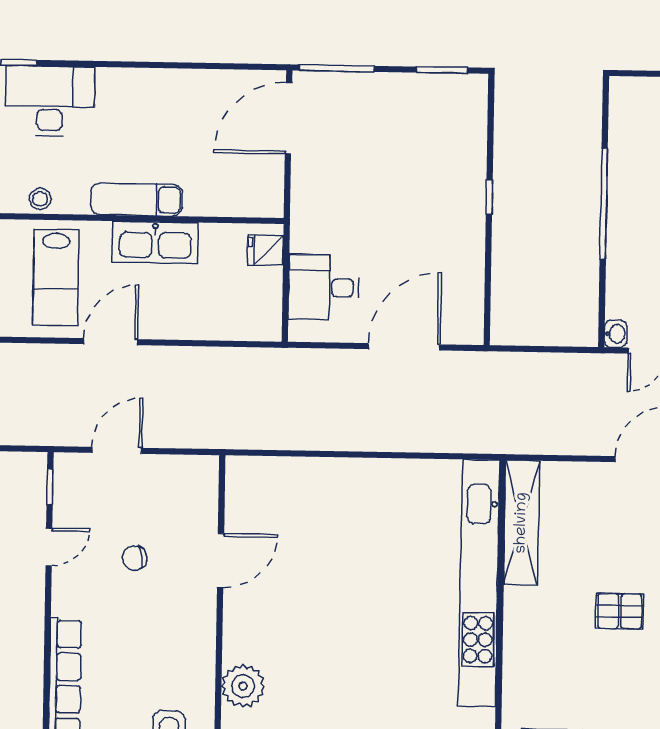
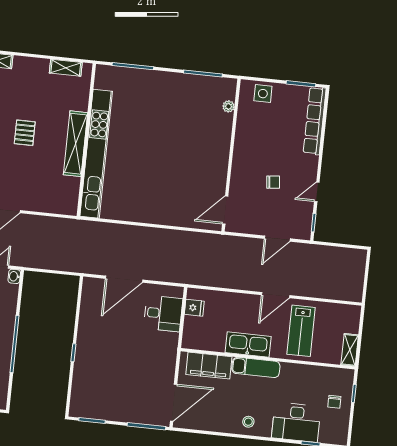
filing cabinet: (227, 195) -> (209, 366), added
stool: (40, 199) -> (248, 422), moved
fridge: (266, 250) -> (194, 308), moved
lab bench: (56, 277) -> (301, 331), turned 180
shelving: (522, 523) -> (75, 144), moved
door: (221, 560) -> (225, 210), moved
pallet: (620, 611) -> (25, 133), turned 90
plant: (243, 686) -> (229, 106), width x0.53, depth x0.53

